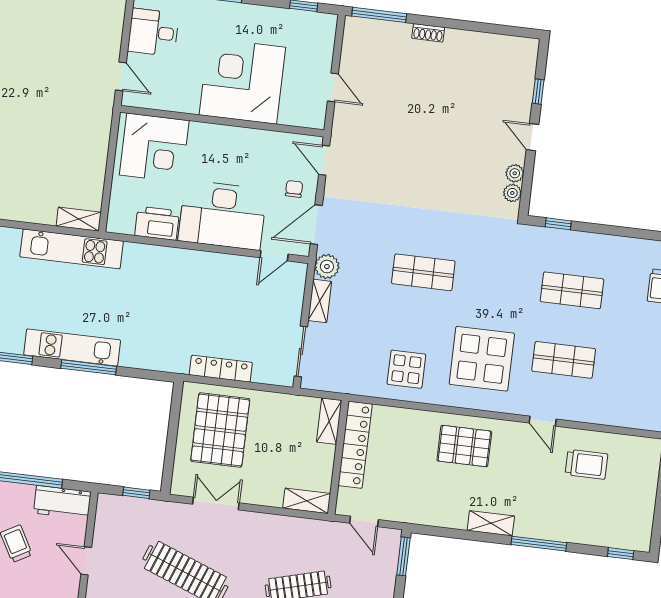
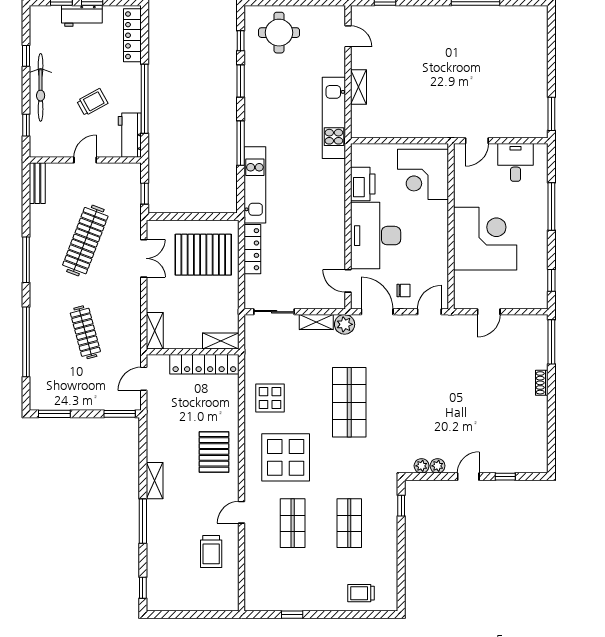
shelving: (79, 219) -> (358, 87), moved
shop shelf: (423, 272) -> (349, 402), width x1.43, depth x1.36
kitchen unit: (72, 347) -> (255, 185), moved

